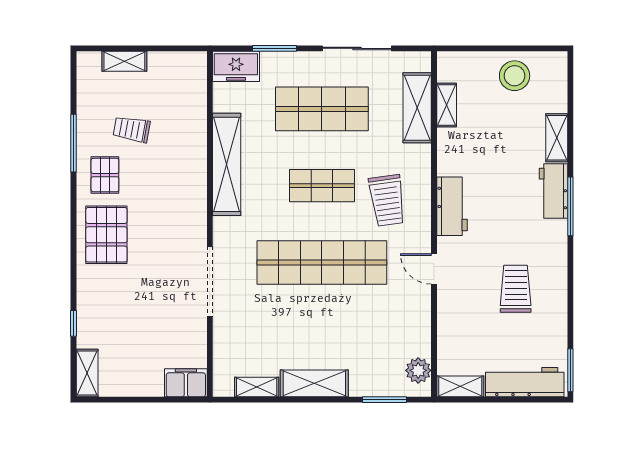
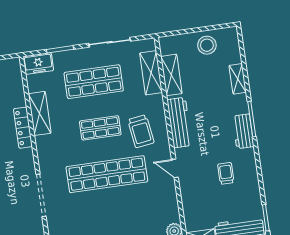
shelving: (447, 105) -> (171, 75), width x1.50, depth x1.33
shelving: (227, 164) -> (40, 113), width x0.68
locker: (196, 167) -> (23, 128), added
workbench: (553, 191) -> (243, 131), moved
workbench: (452, 206) -> (179, 123), width x1.38
trolley: (516, 289) -> (226, 173), width x0.73, depth x0.72

